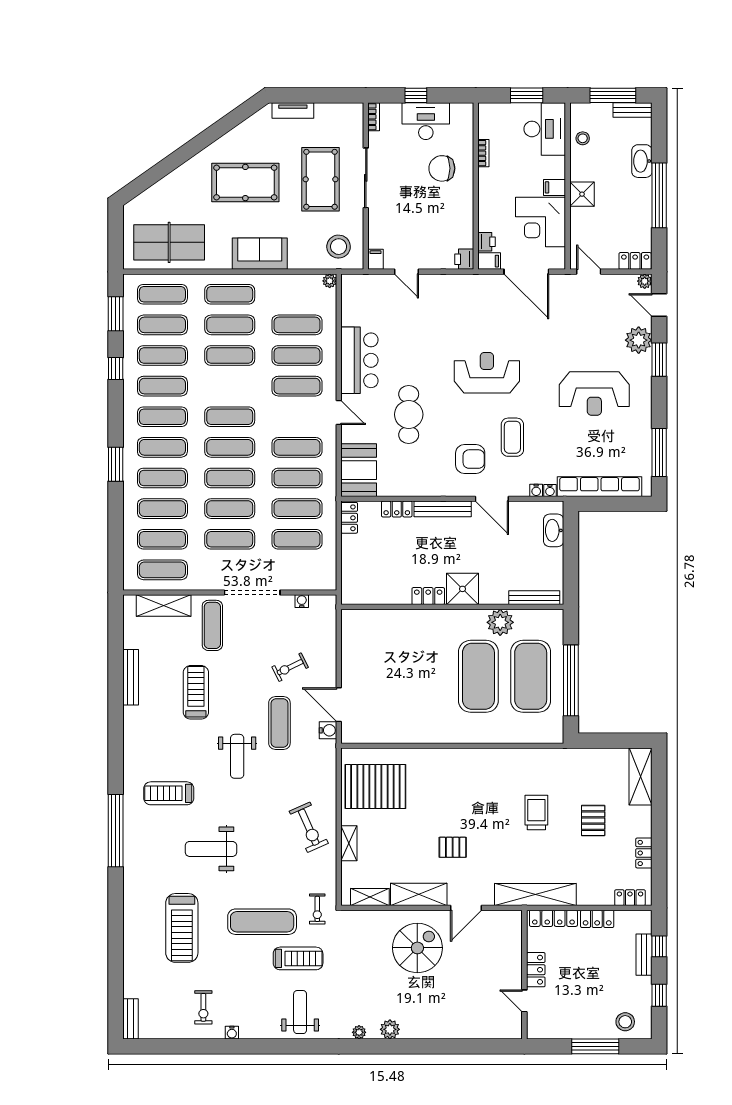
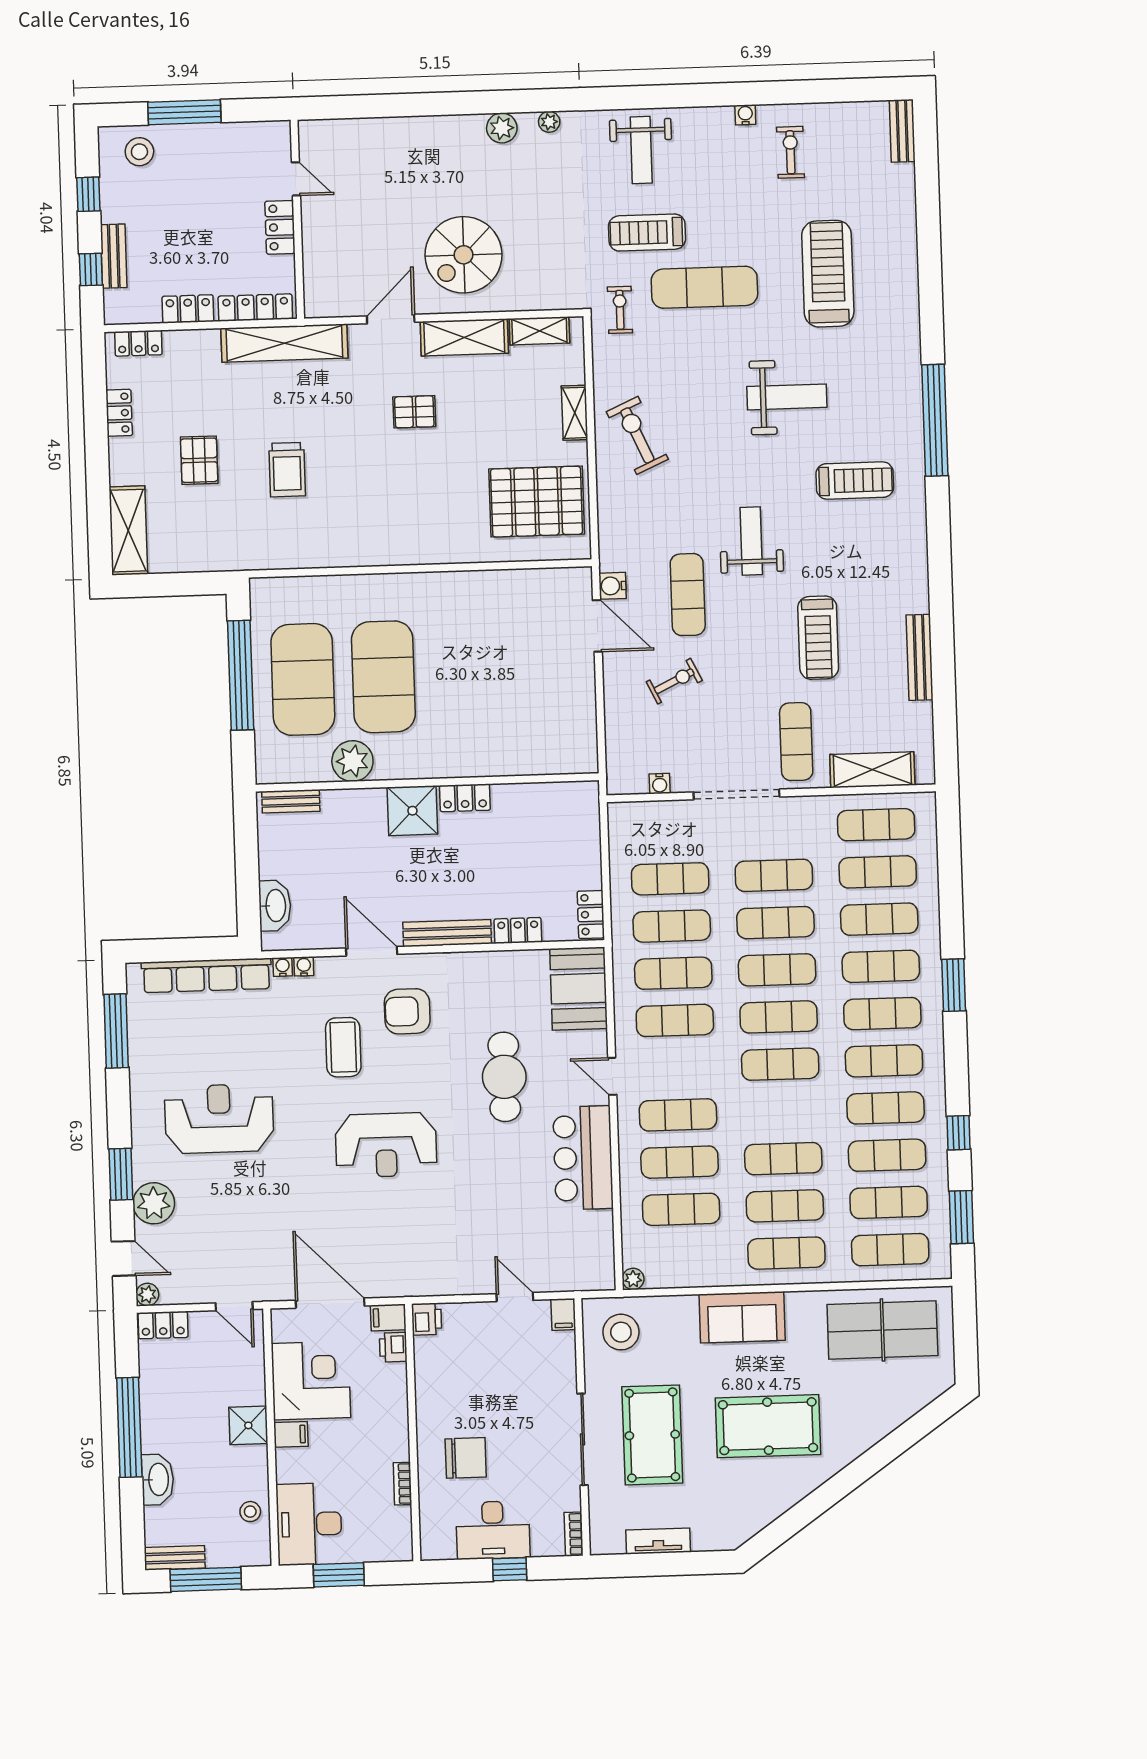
tv unit: (293, 110) -> (658, 1541), moved
bench: (534, 598) -> (291, 801), width x0.73

